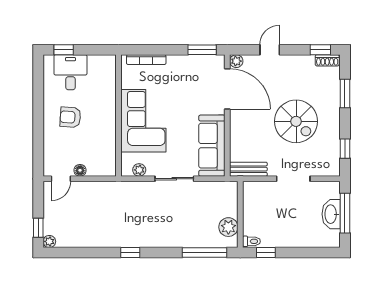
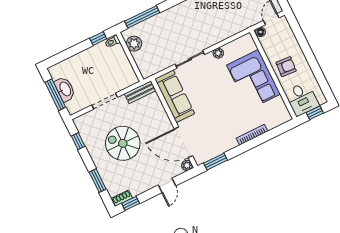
wall: (119, 115) -> (273, 75), moved
corner sofa: (143, 121) -> (254, 80), moved

